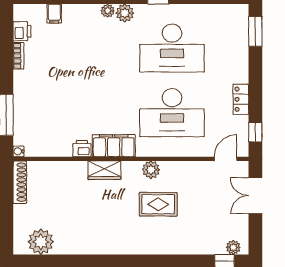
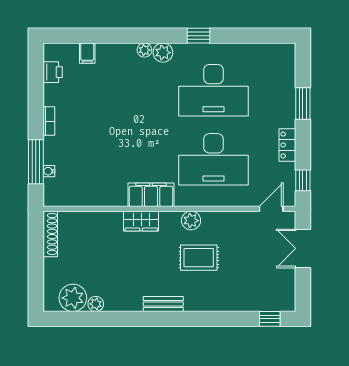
window: (255, 31) -> (303, 104), moved
bookcase: (18, 56) -> (49, 121), moved
printer: (82, 149) -> (117, 198), removed
water cooler: (19, 151) -> (49, 171), moved
plant: (233, 247) -> (96, 304), moved
bench: (125, 248) -> (163, 304), added

